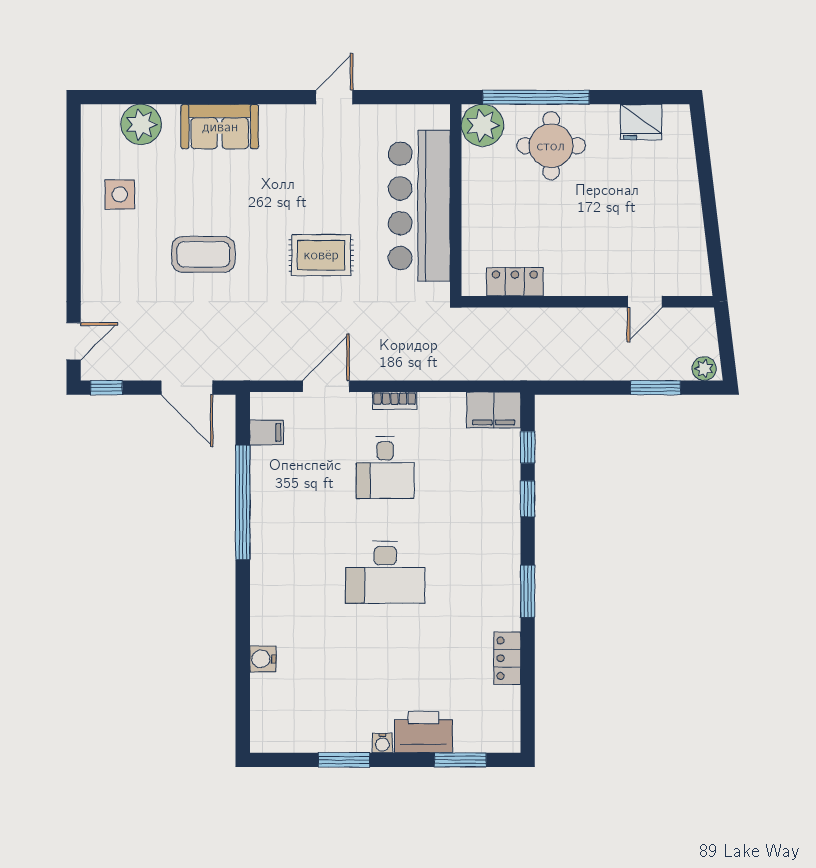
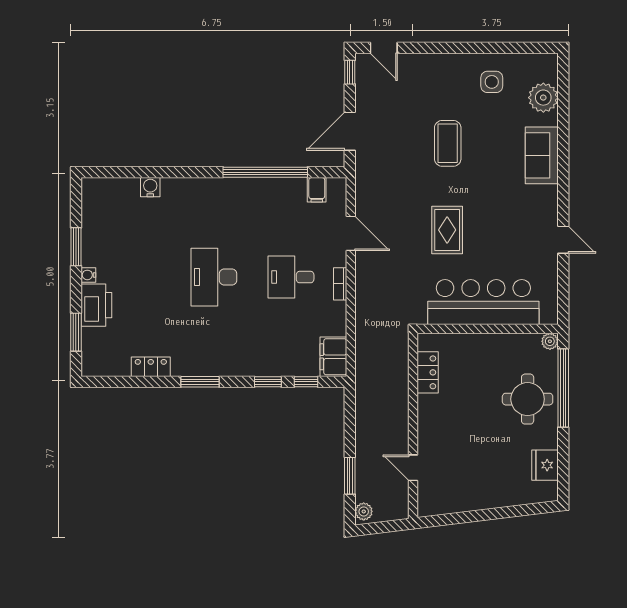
plant: (482, 125) -> (550, 341), width x0.53, depth x0.53

